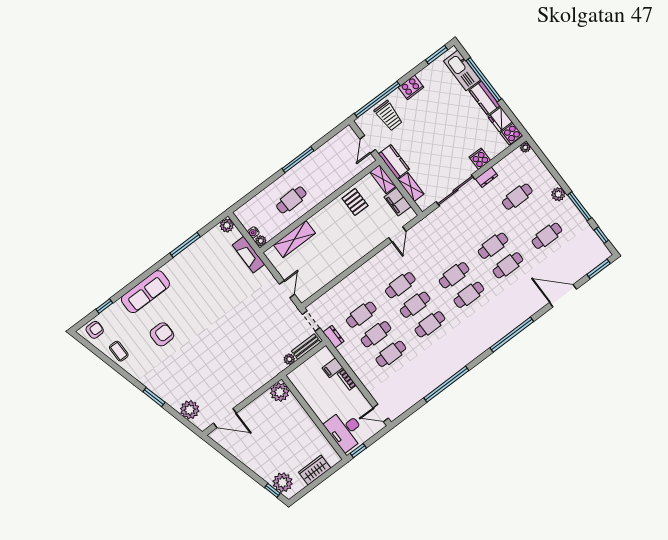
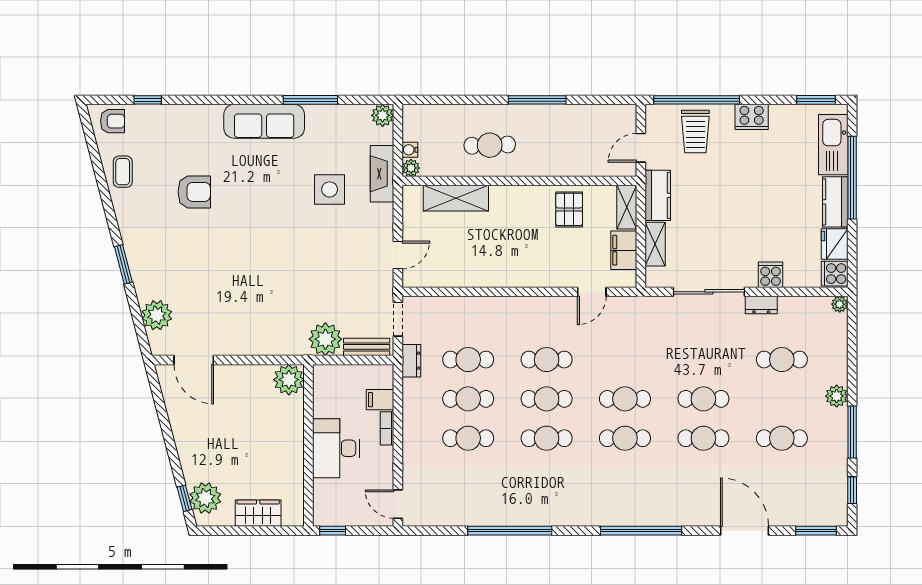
side table: (228, 282) -> (330, 189), added
sofa: (145, 292) -> (264, 121), moved
plant: (289, 359) -> (325, 339), width x1.87, depth x1.87
desk: (345, 430) -> (336, 448), moved

